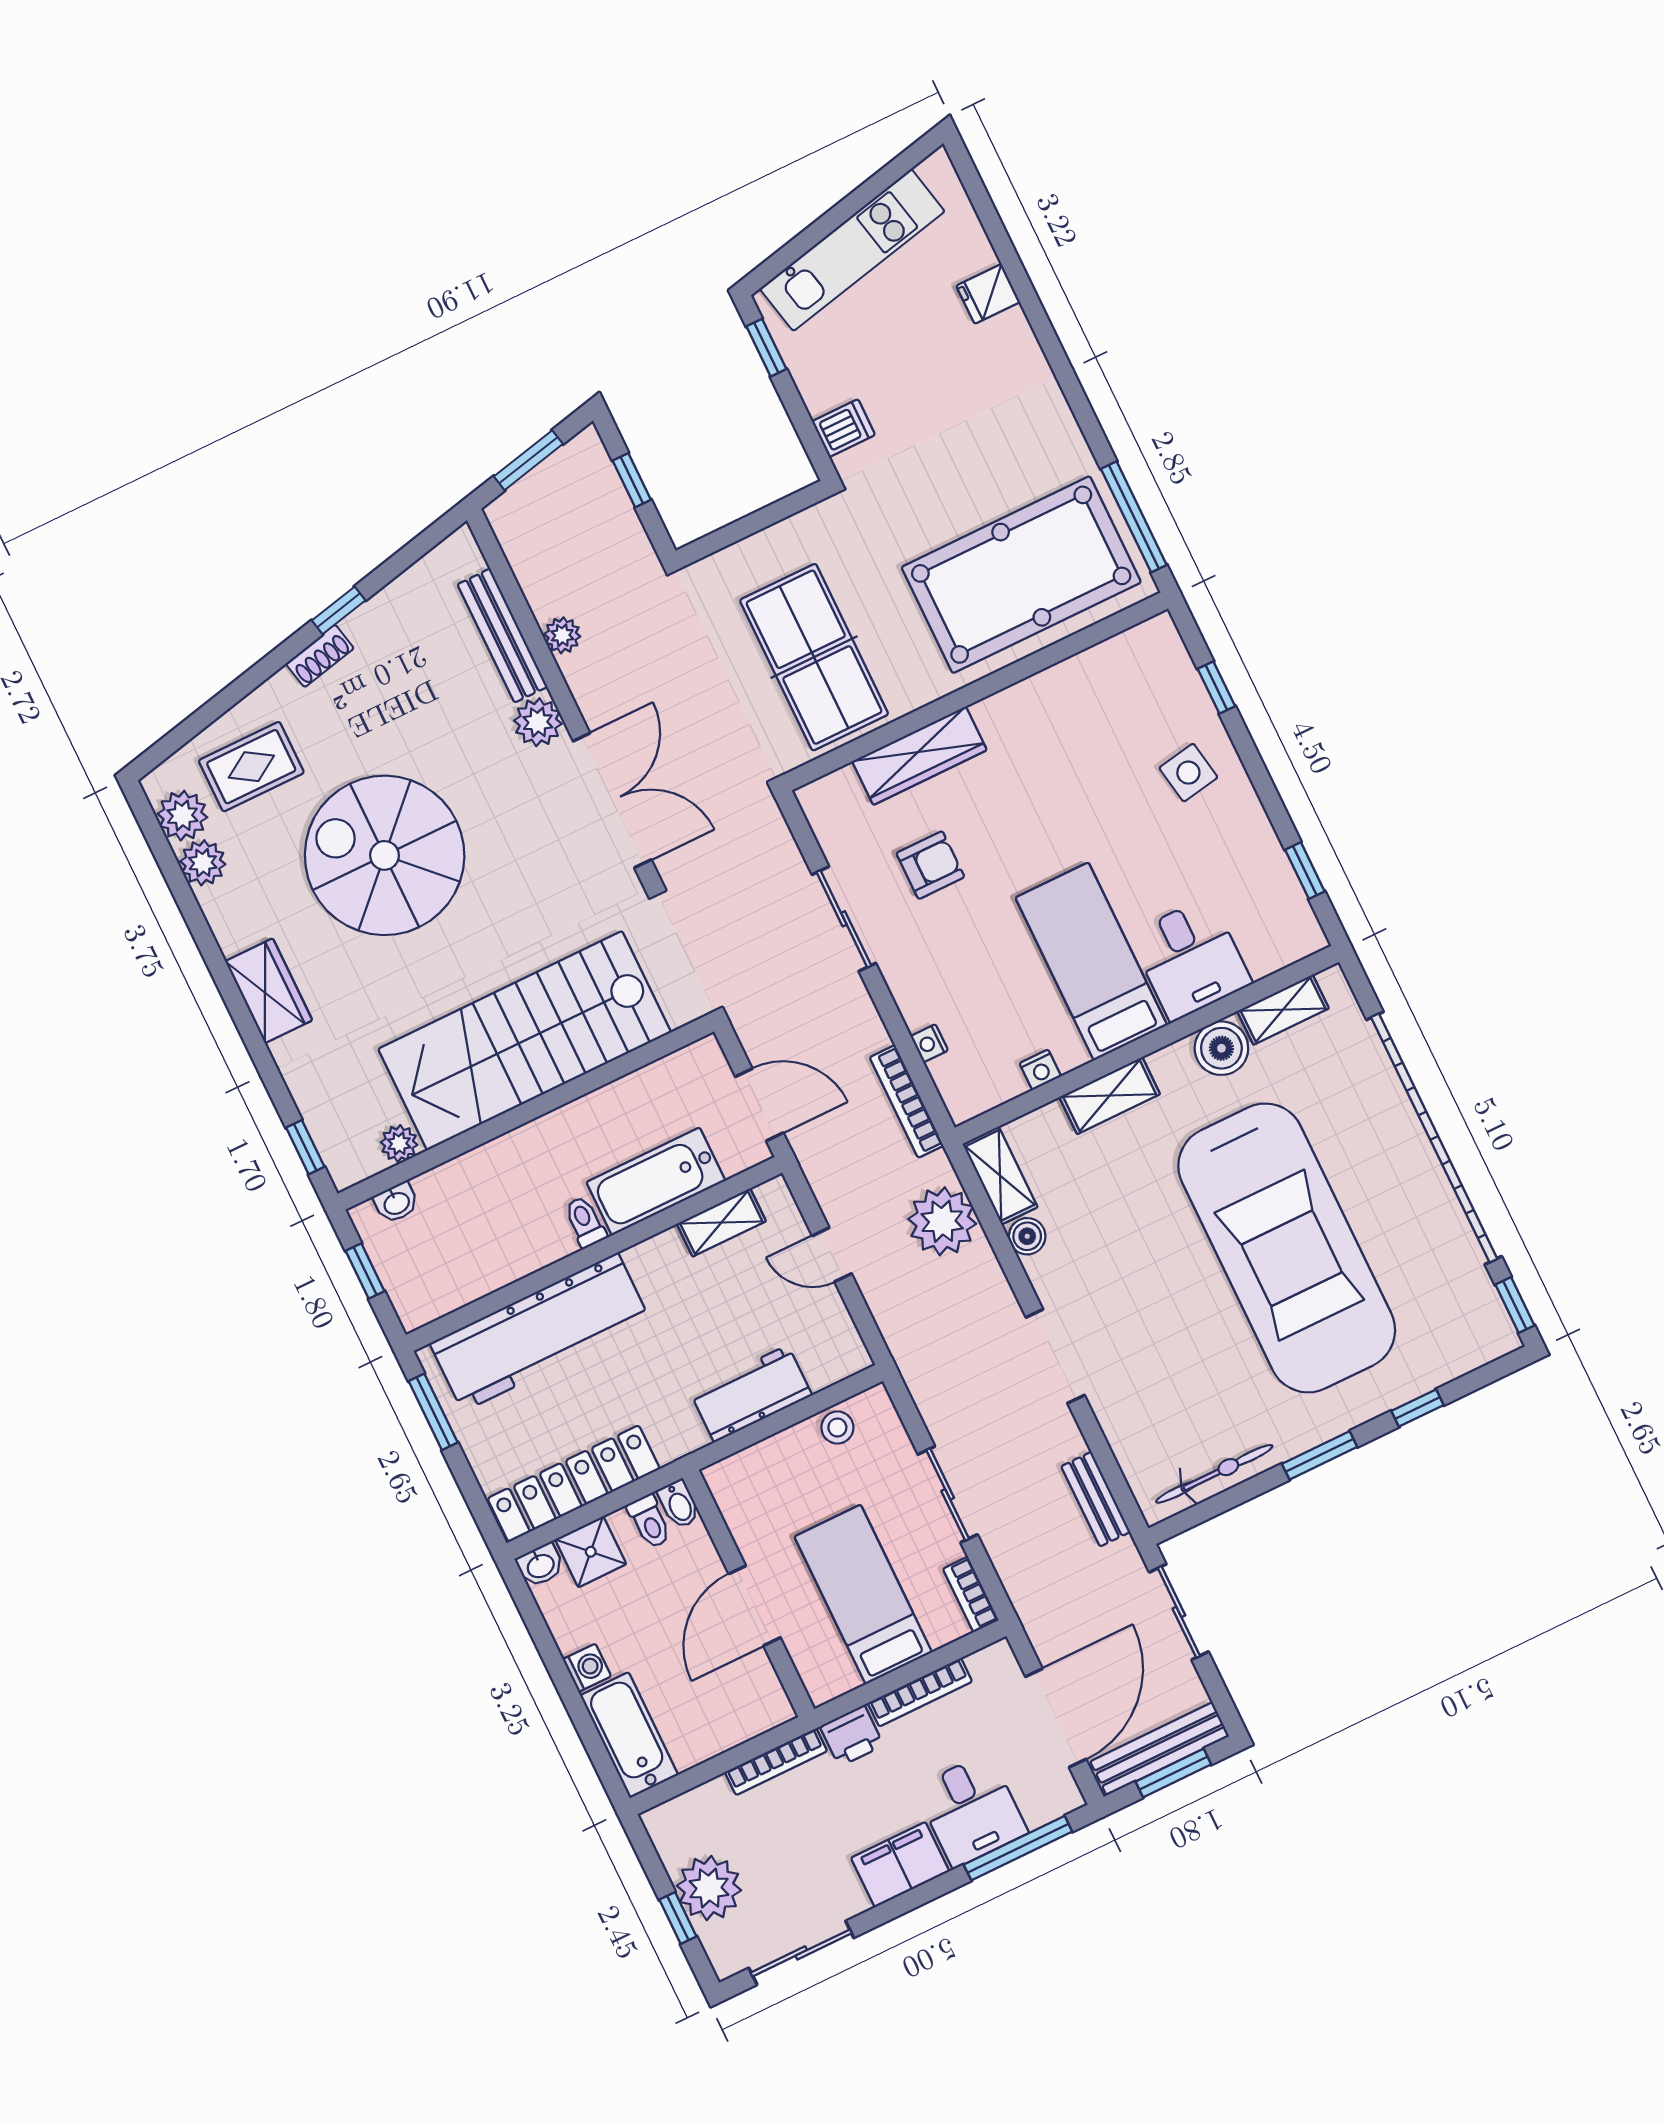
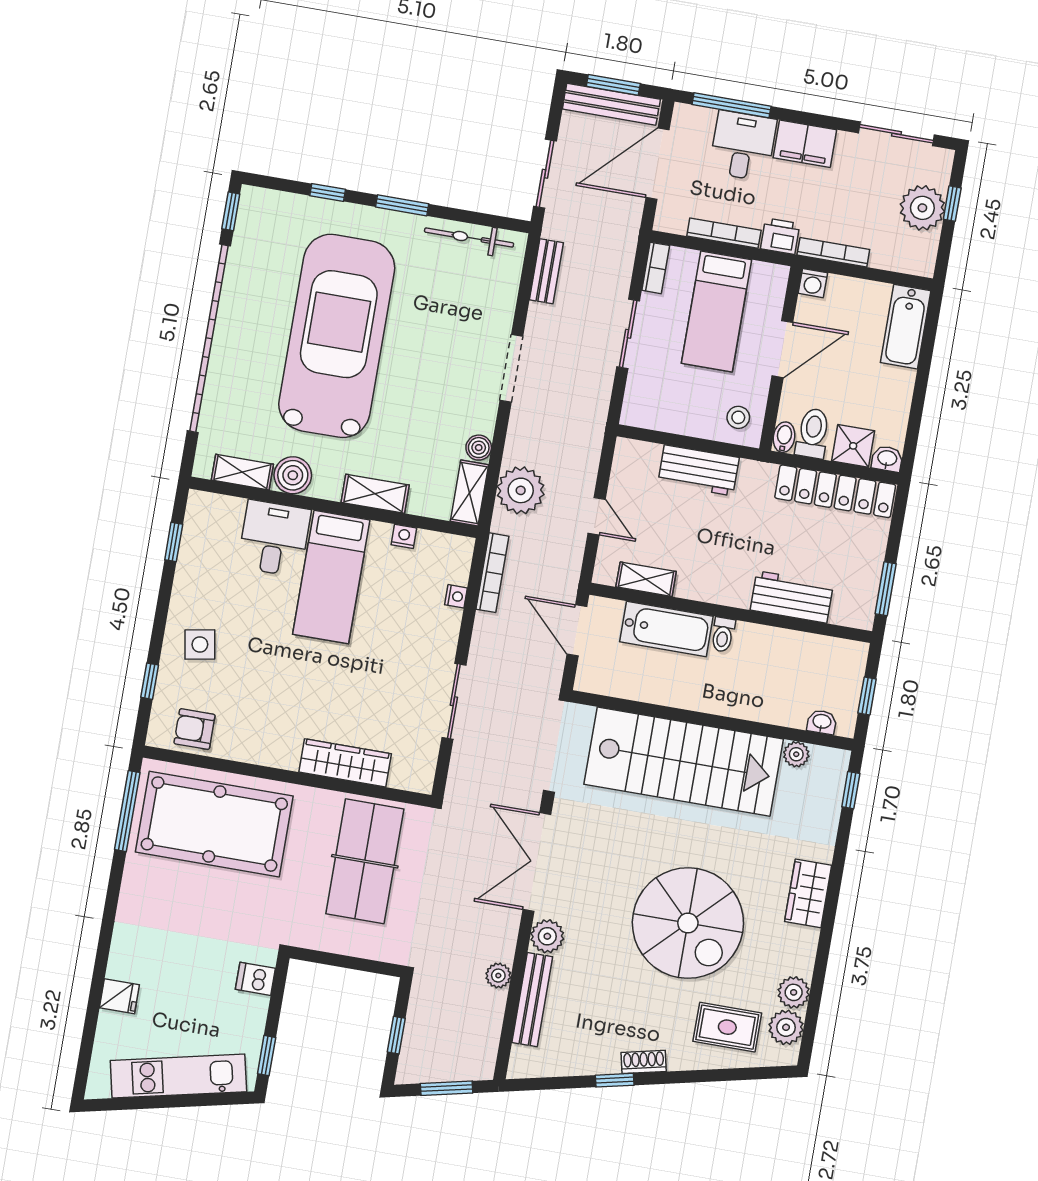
armchair: (930, 865) -> (195, 729), moved
workbench: (540, 1332) -> (792, 597), width x0.53, depth x0.76
stool: (837, 1427) -> (738, 417), moved
toilet: (649, 1521) -> (813, 433), width x1.37, depth x1.39
washing machine: (587, 1668) -> (813, 283), moved, turned -90

